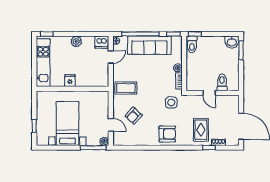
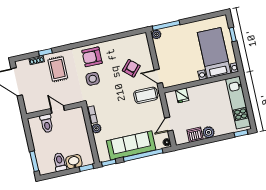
dishwasher: (101, 42) -> (195, 135), moved
washbasin: (232, 42) -> (74, 162), moved
toilet: (192, 44) -> (60, 162), moved
fridge: (70, 81) -> (182, 95), moved
side table: (171, 103) -> (93, 79), moved
bed with nightstands: (67, 124) -> (214, 53), moved, turned 180
door: (111, 125) -> (158, 76), moved

